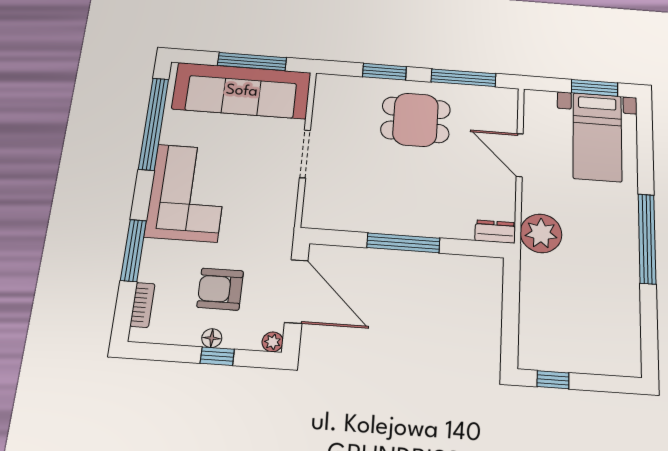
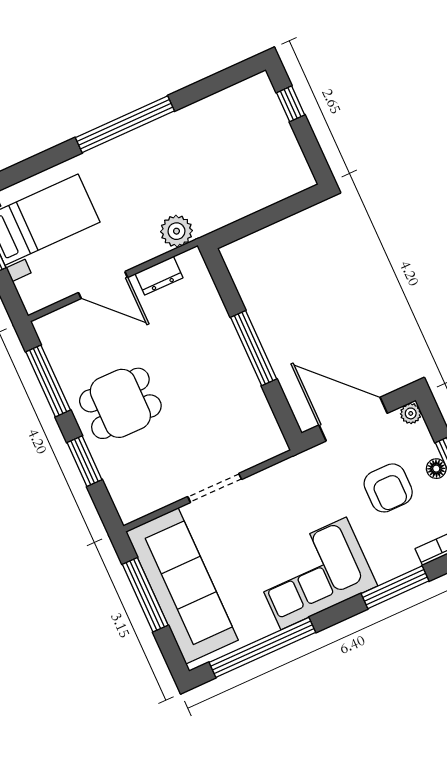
dining table: (416, 120) -> (120, 403), turned 90
door: (520, 155) -> (103, 285), hinge flipped
dresser: (495, 232) -> (159, 276), moved, turned -90
plant: (541, 233) -> (176, 231), width x0.73, depth x0.73
door: (296, 291) -> (353, 419), hinge flipped
window: (553, 380) -> (291, 104), moved

